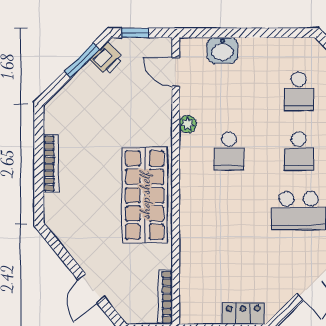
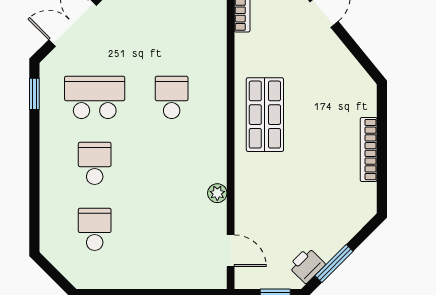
washbasin: (222, 50) -> (179, 275), removed
school desk: (229, 151) -> (172, 97), moved
shop shelf: (145, 195) -> (265, 115), width x0.70, depth x0.74

